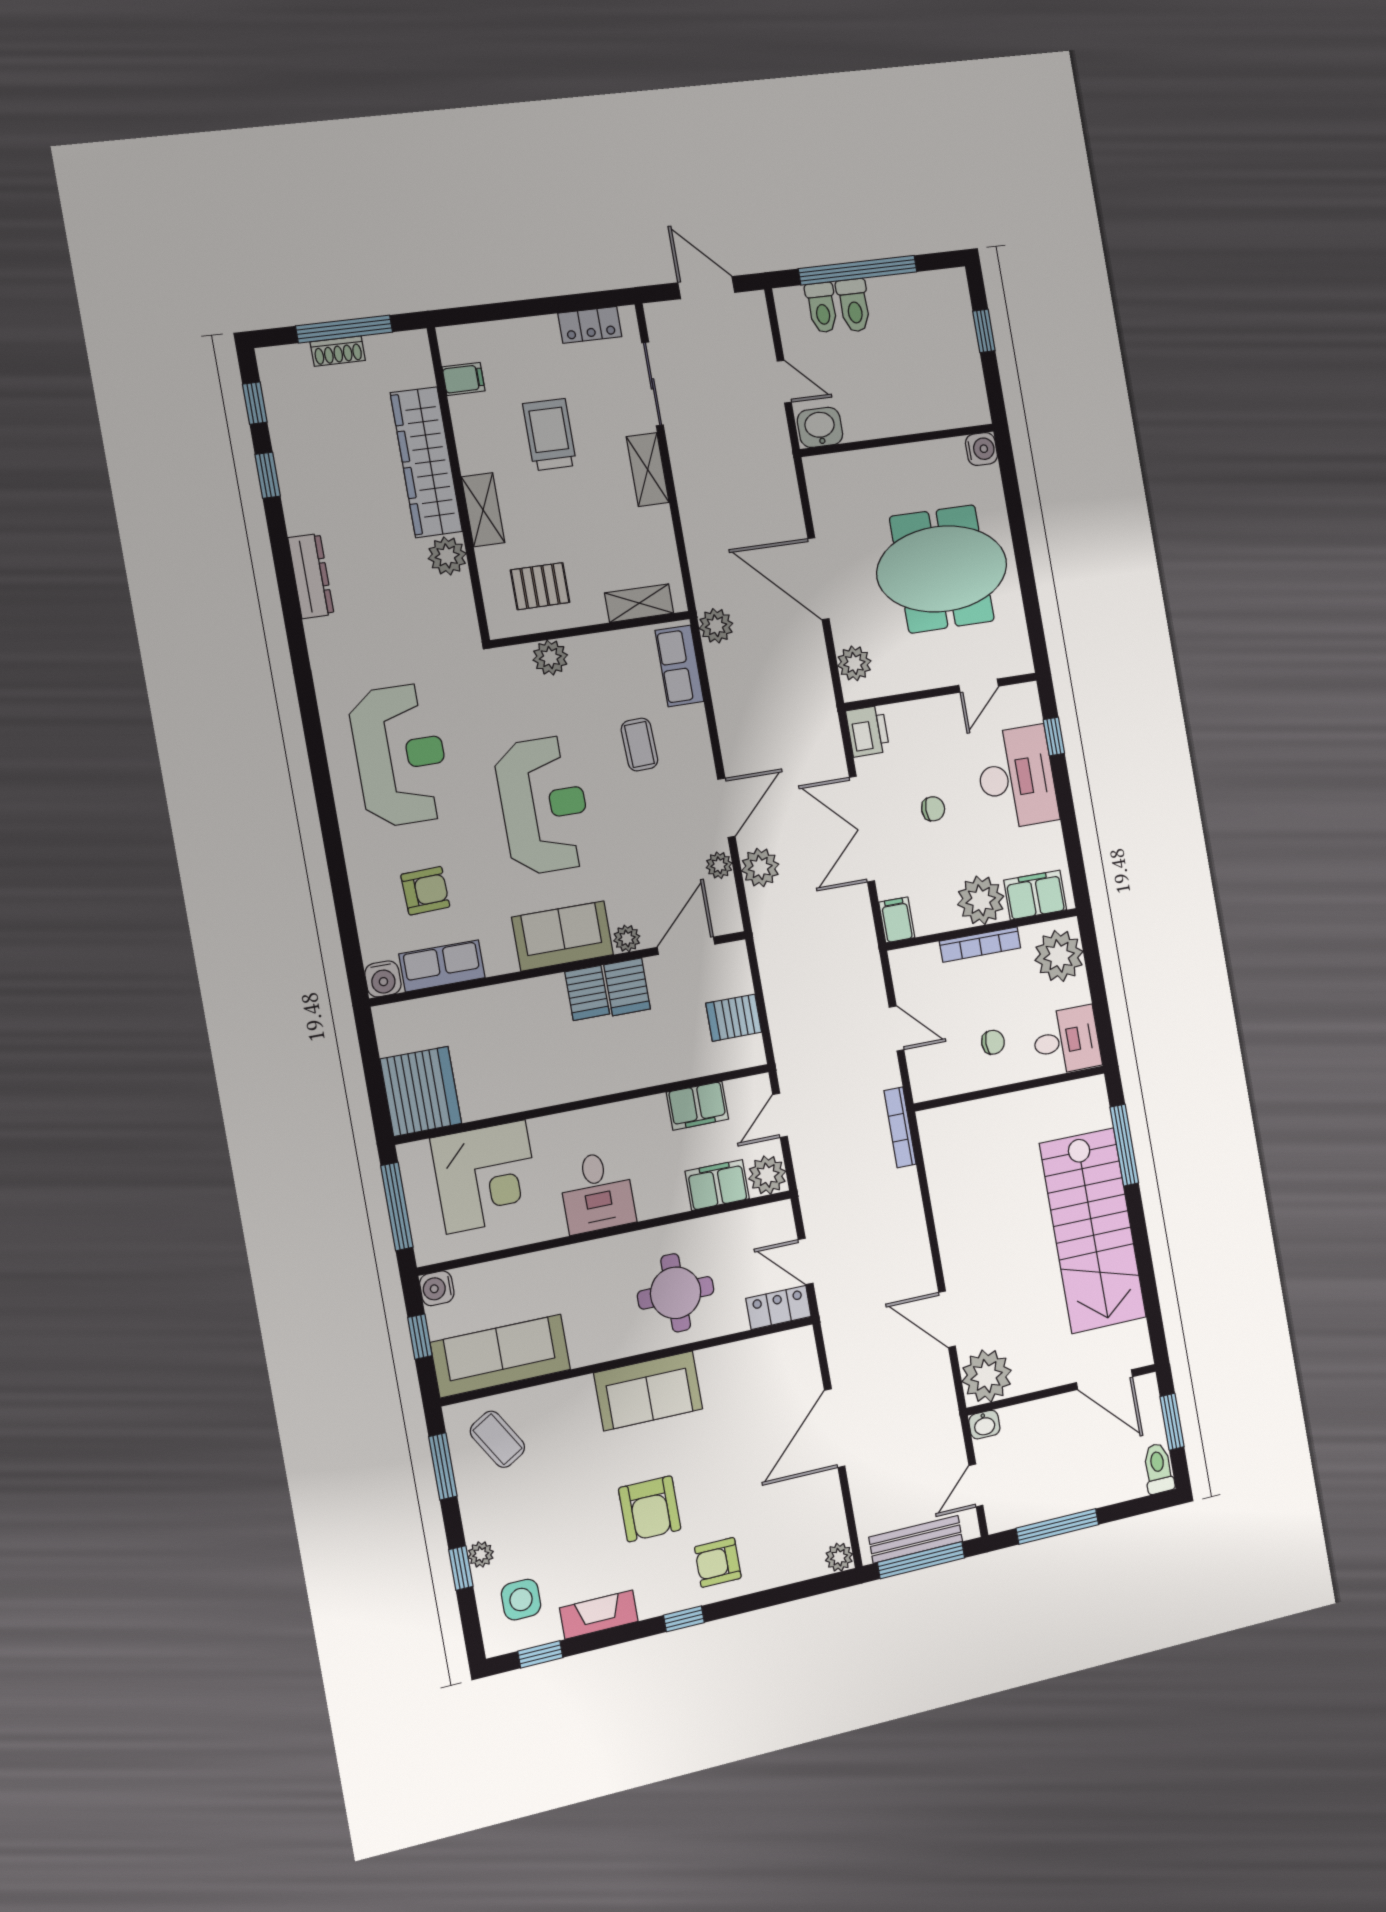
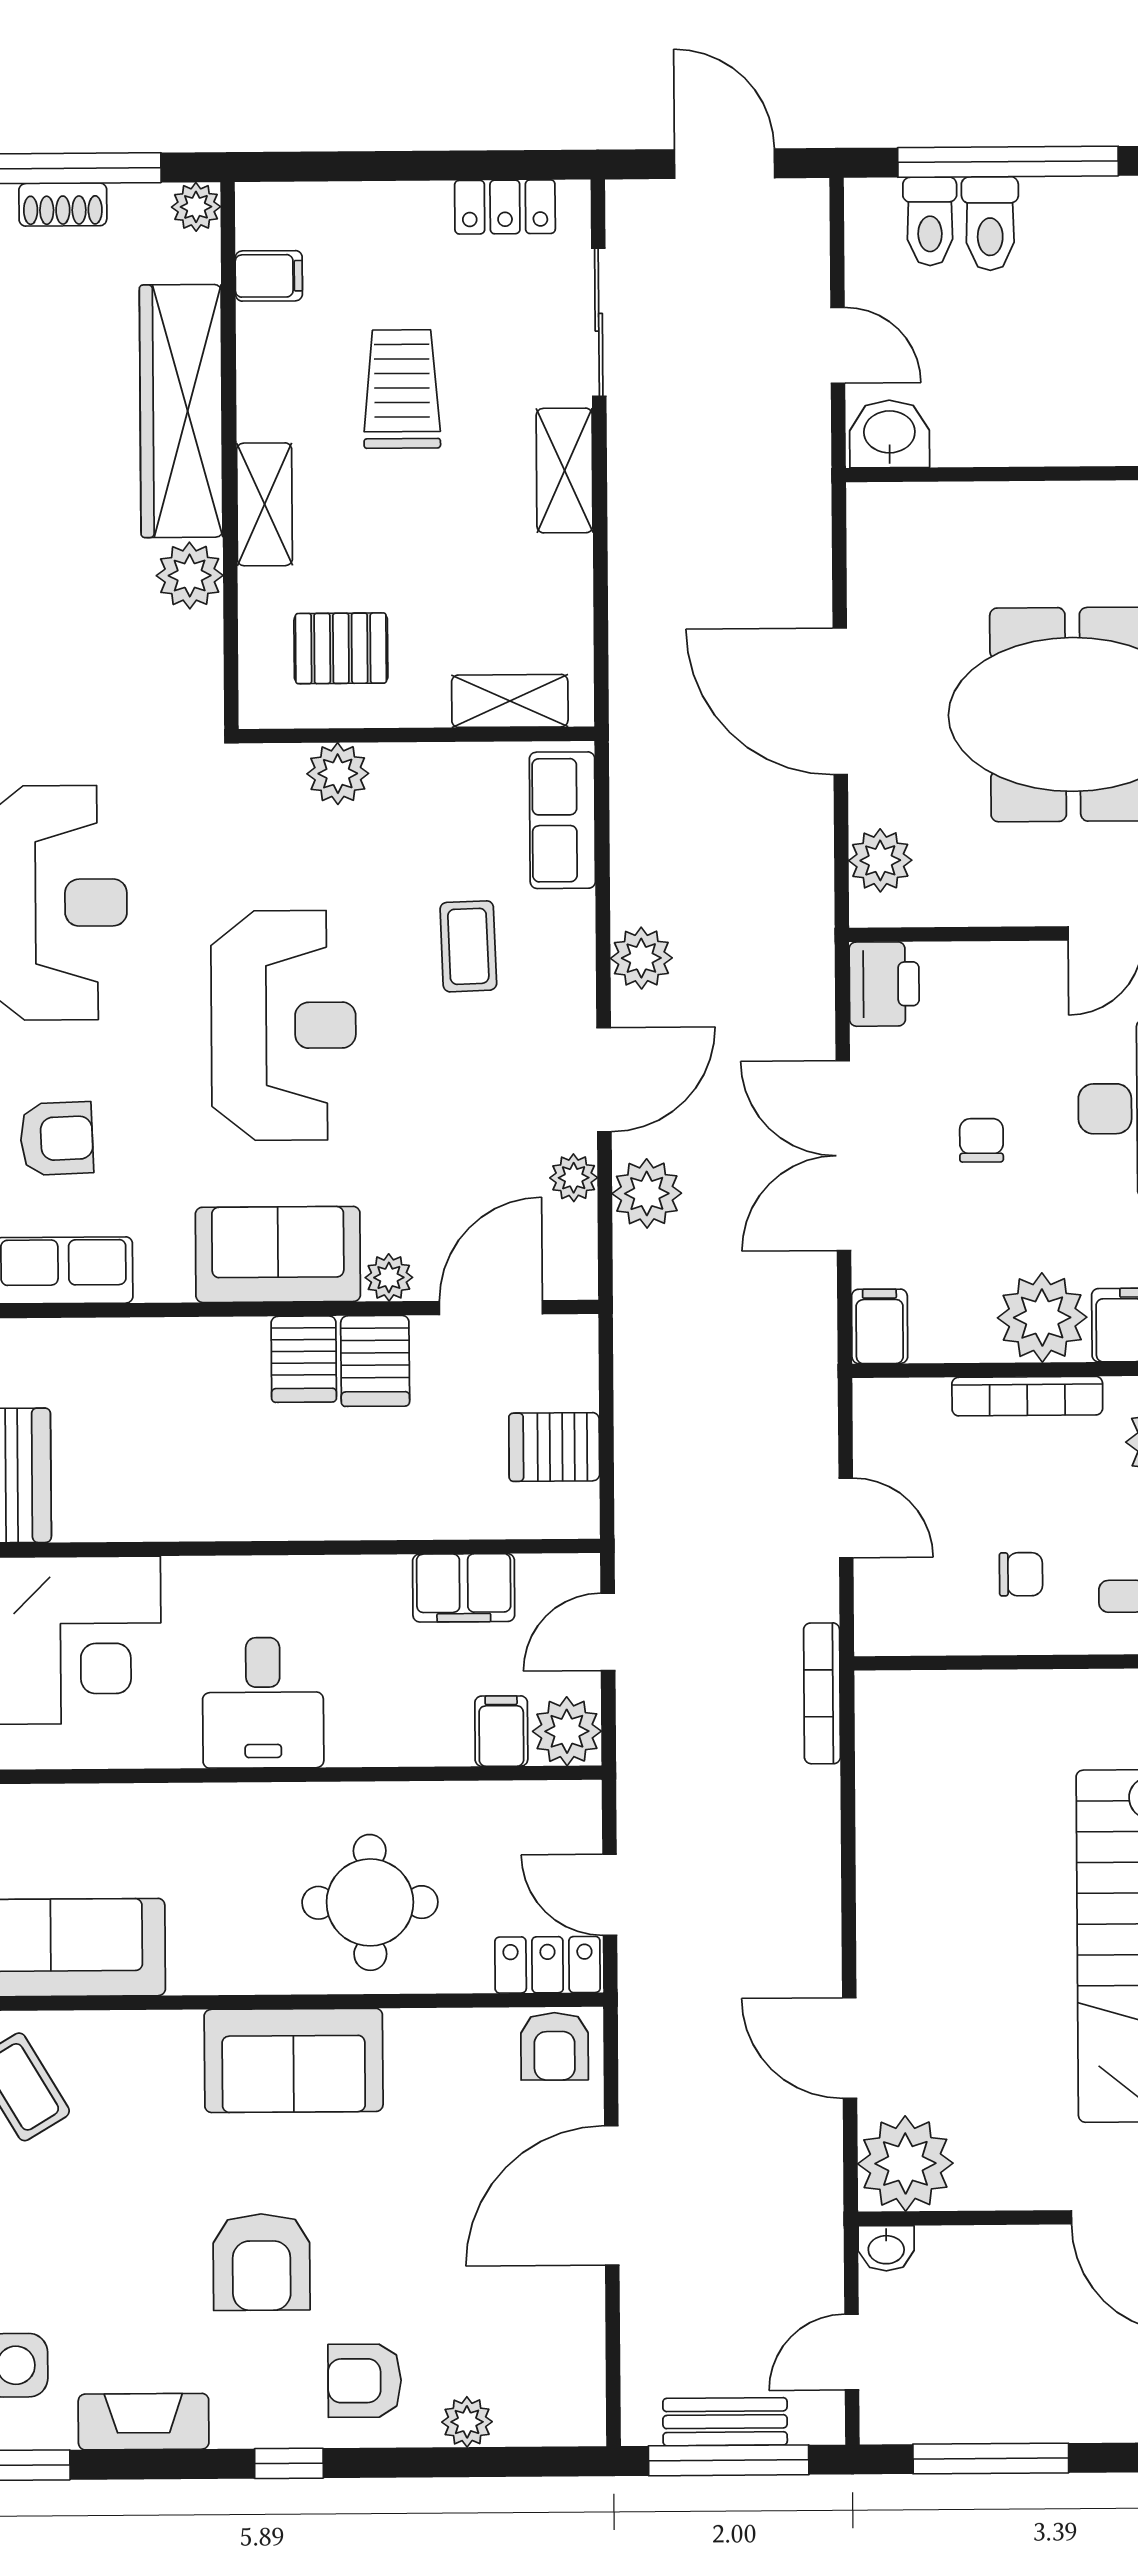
plant: (415, 344) -> (196, 207), added
plant: (716, 626) -> (641, 958), moved
chair: (933, 809) -> (981, 1140), turned -90
filing cabinet: (717, 1185) -> (501, 1731), width x0.50
armchair: (790, 1352) -> (555, 2046), added
bench: (916, 1539) -> (725, 2422), width x0.73
plant: (839, 1557) -> (467, 2422), moved

